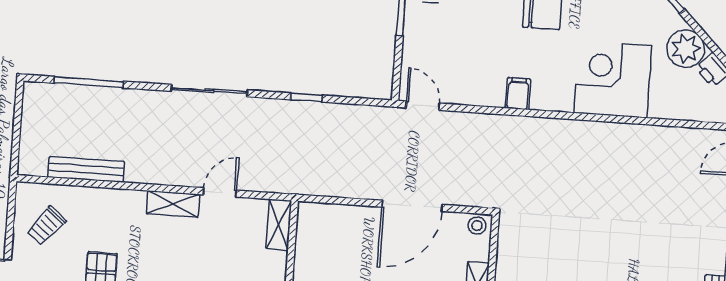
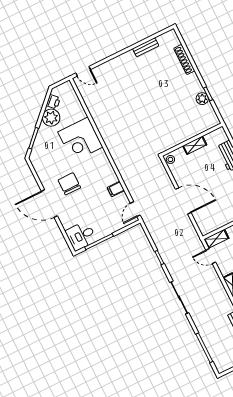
filing cabinet: (518, 94) -> (116, 189), moved
door: (220, 192) -> (211, 256), moved
door: (412, 206) -> (183, 201), moved

